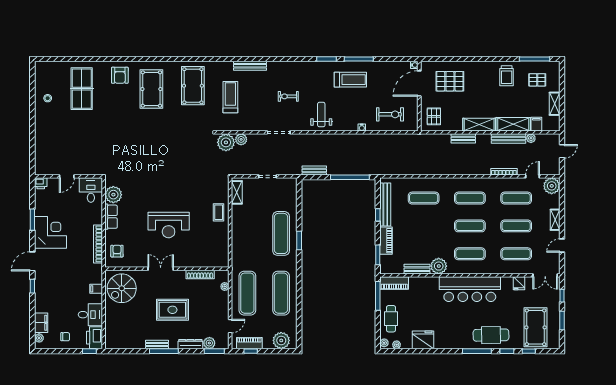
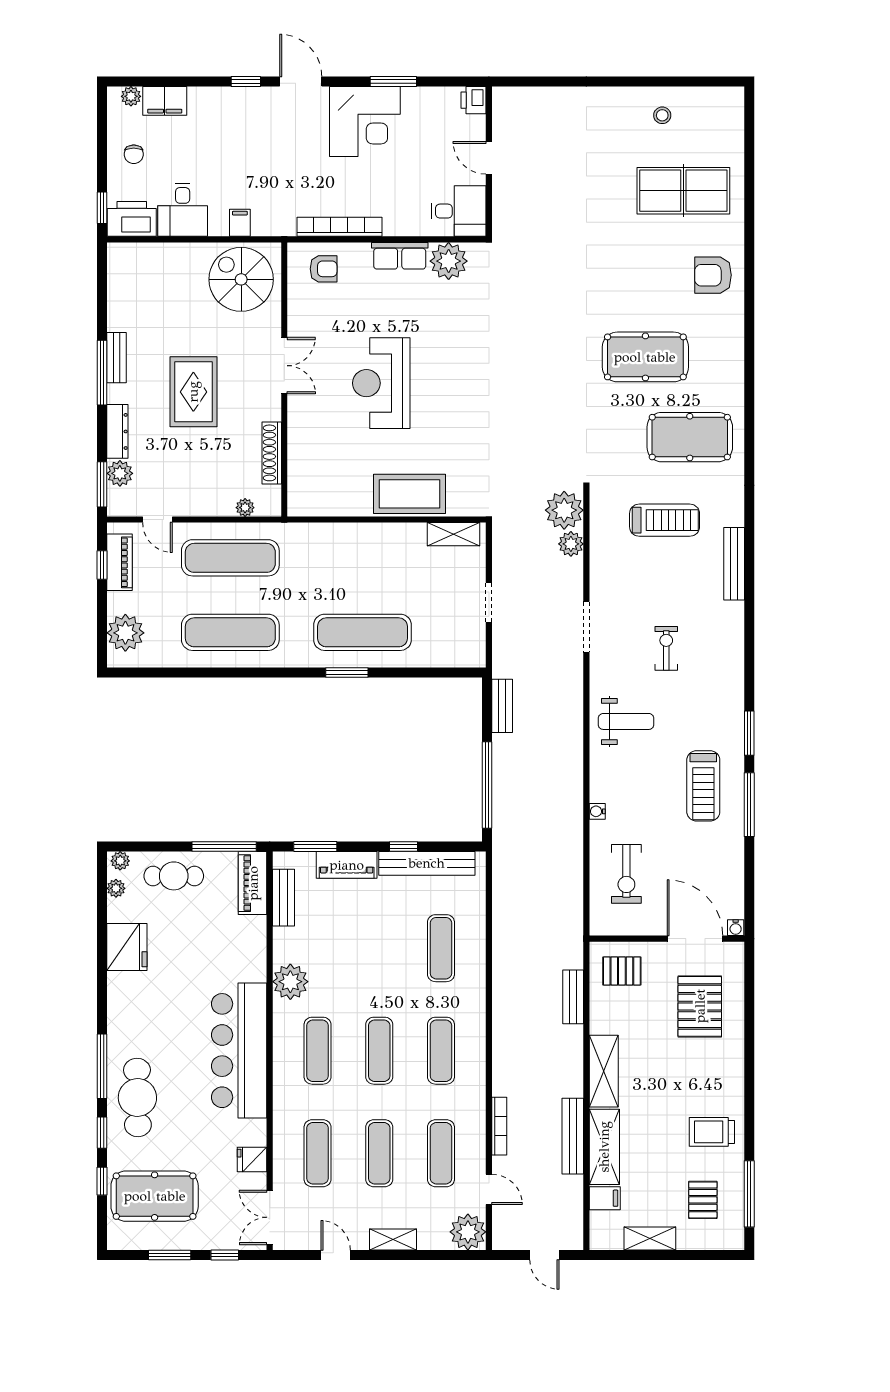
pool table: (151, 89) -> (645, 357), moved
bench: (463, 138) -> (573, 997), moved
plant: (531, 138) -> (573, 1186), removed
coffee table: (219, 212) -> (409, 494), width x1.86, depth x1.72
bench: (417, 269) -> (283, 898), moved

